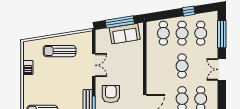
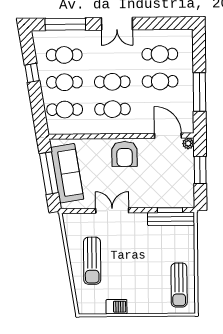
sofa: (125, 34) -> (67, 173), width x1.36
cafe table: (163, 66) -> (112, 109), added
armchair: (111, 94) -> (125, 154), moved, turned -90

